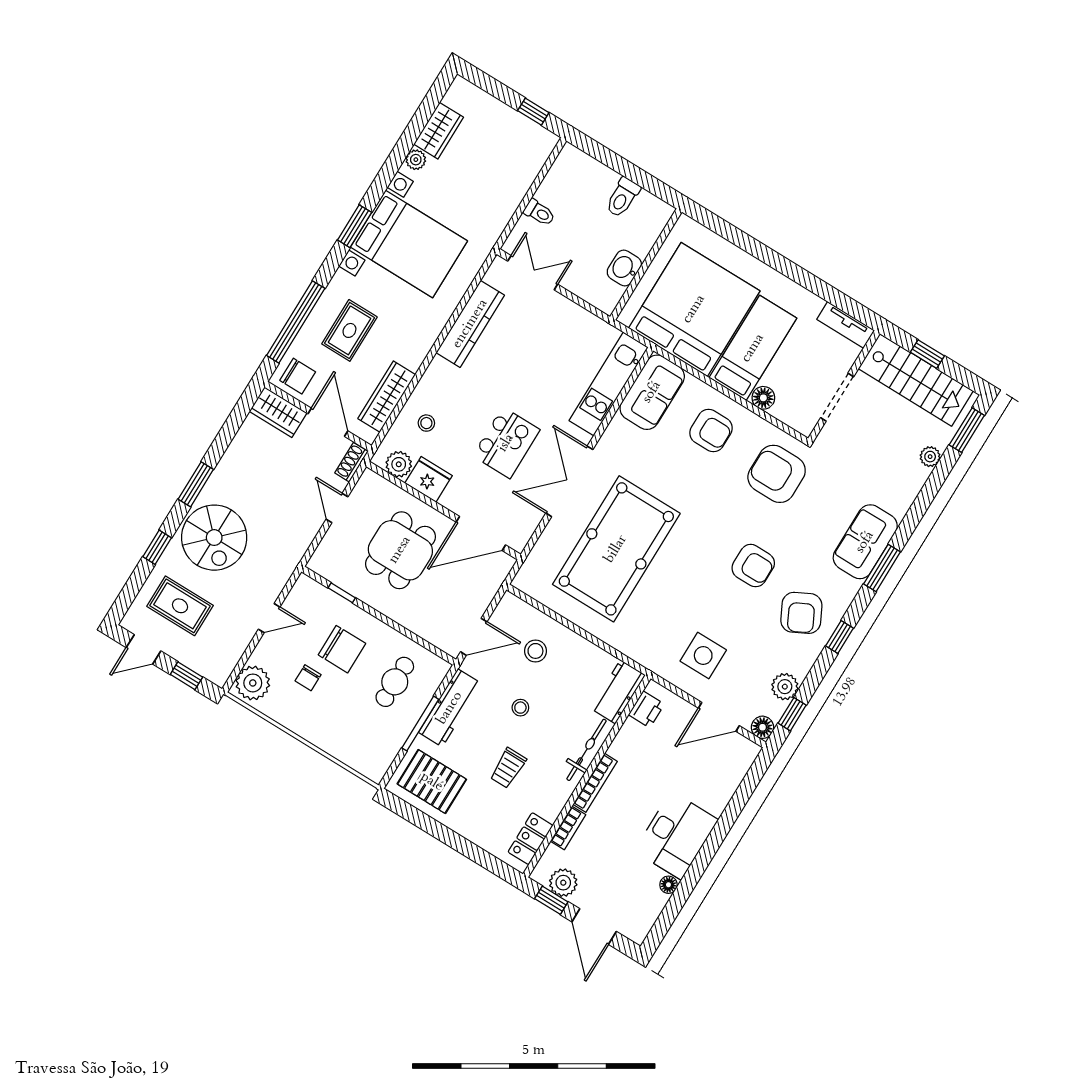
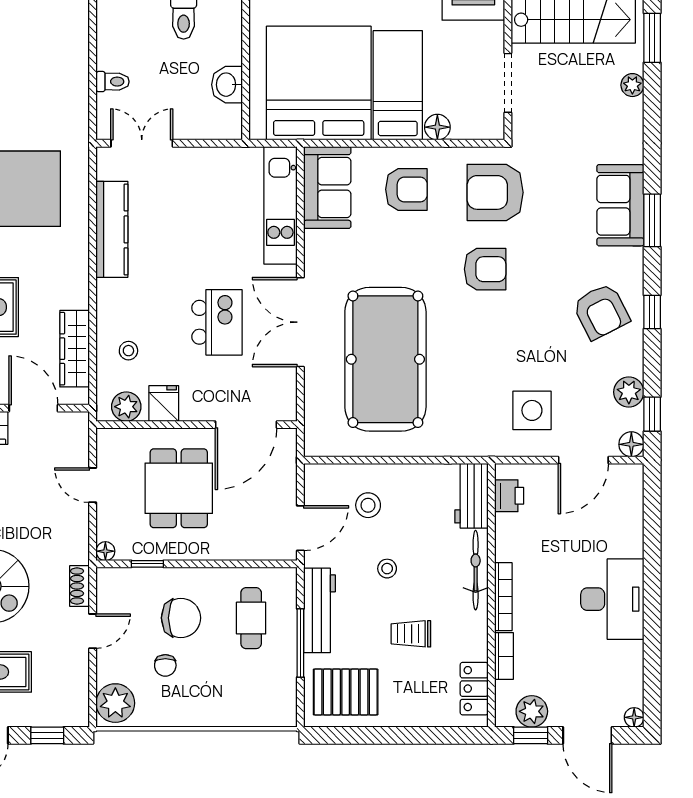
shoe rack: (351, 462) -> (80, 586), moved
fridge: (429, 479) -> (164, 403), width x0.72
floor lamp: (316, 564) -> (105, 551), added
armchair: (753, 566) -> (485, 269), moved
trolley: (508, 768) -> (411, 634), turned 90
floor lamp: (668, 885) -> (634, 717), moved

